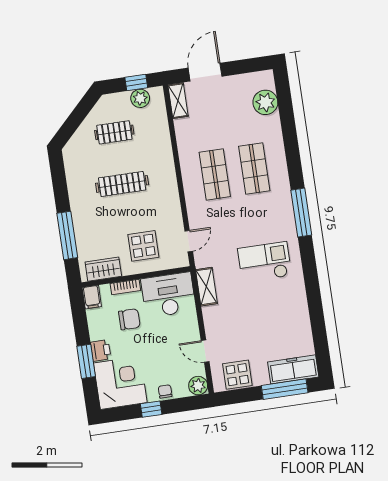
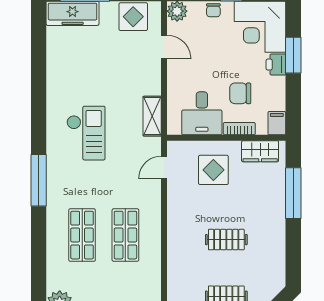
clothes rail: (122, 184) -> (226, 240), width x0.73
checkout: (265, 262) -> (86, 133), turned -90
desk: (168, 295) -> (202, 113), width x0.73

